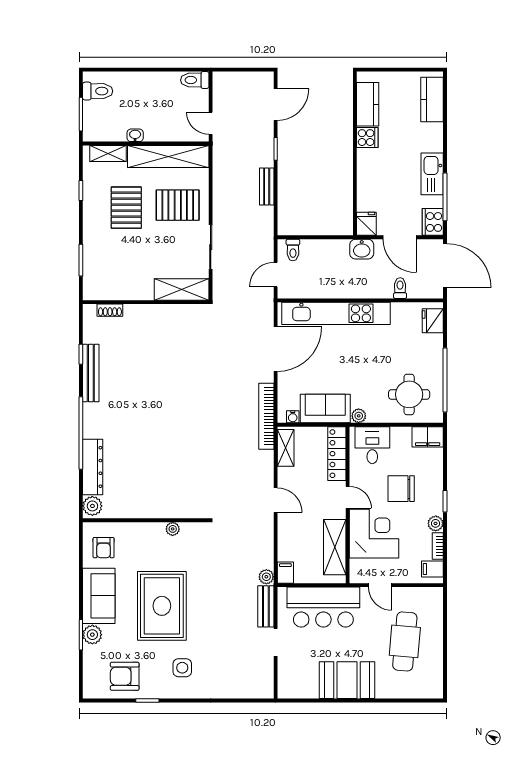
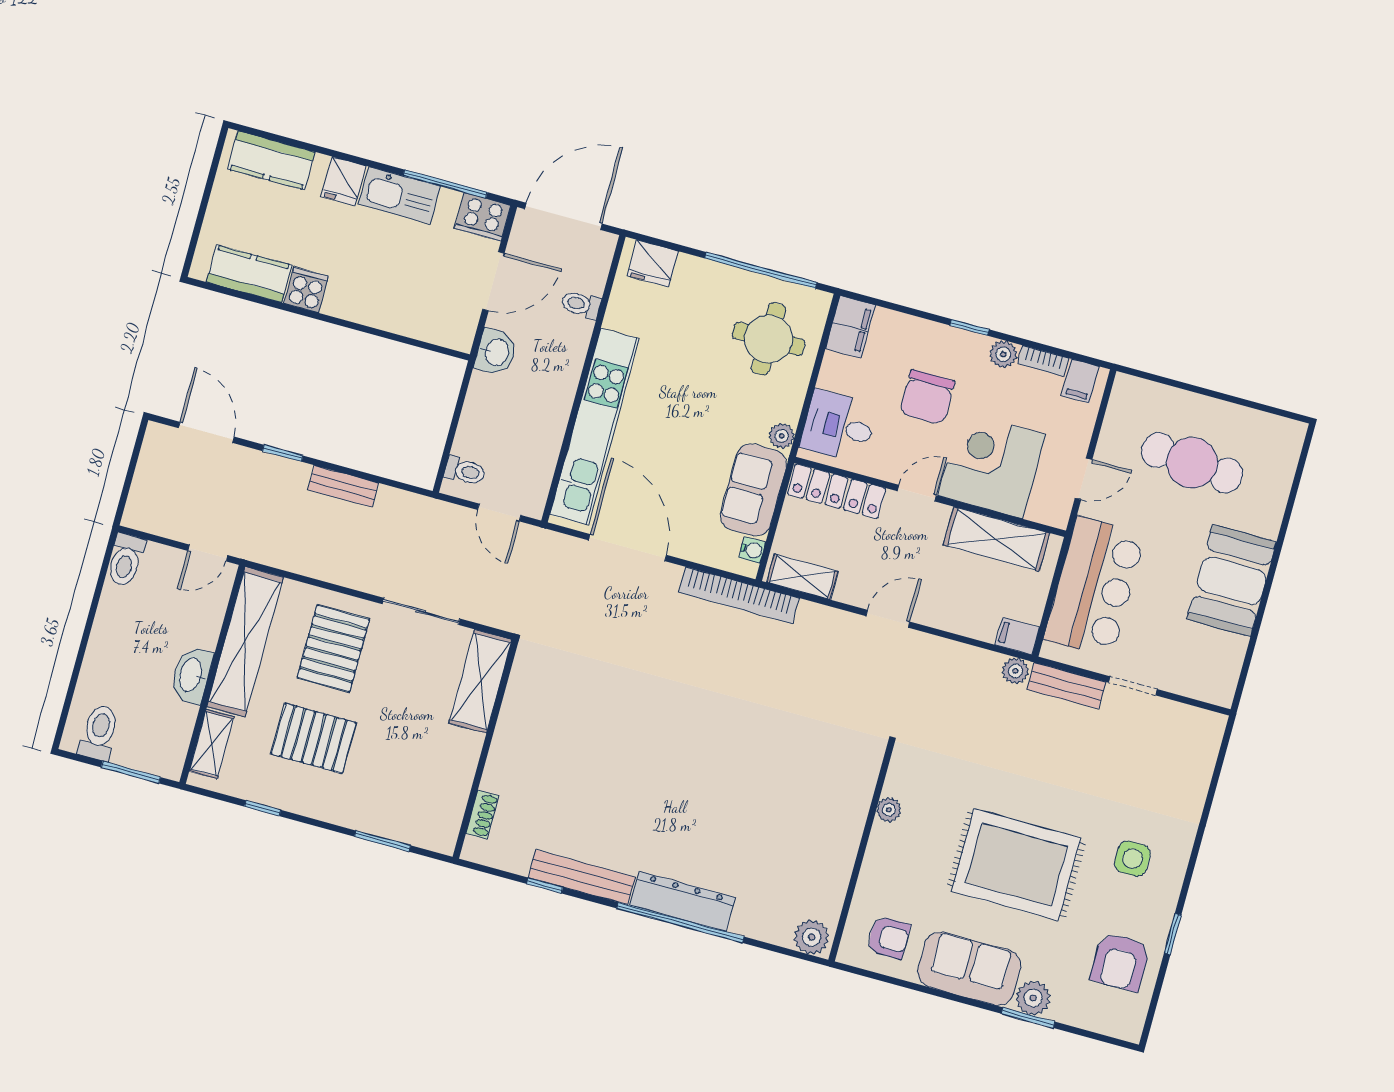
washbasin: (135, 135) -> (191, 675), width x1.91, depth x1.45
fridge: (366, 224) -> (344, 181), moved, turned -90
dresser: (93, 467) -> (683, 901), moved

